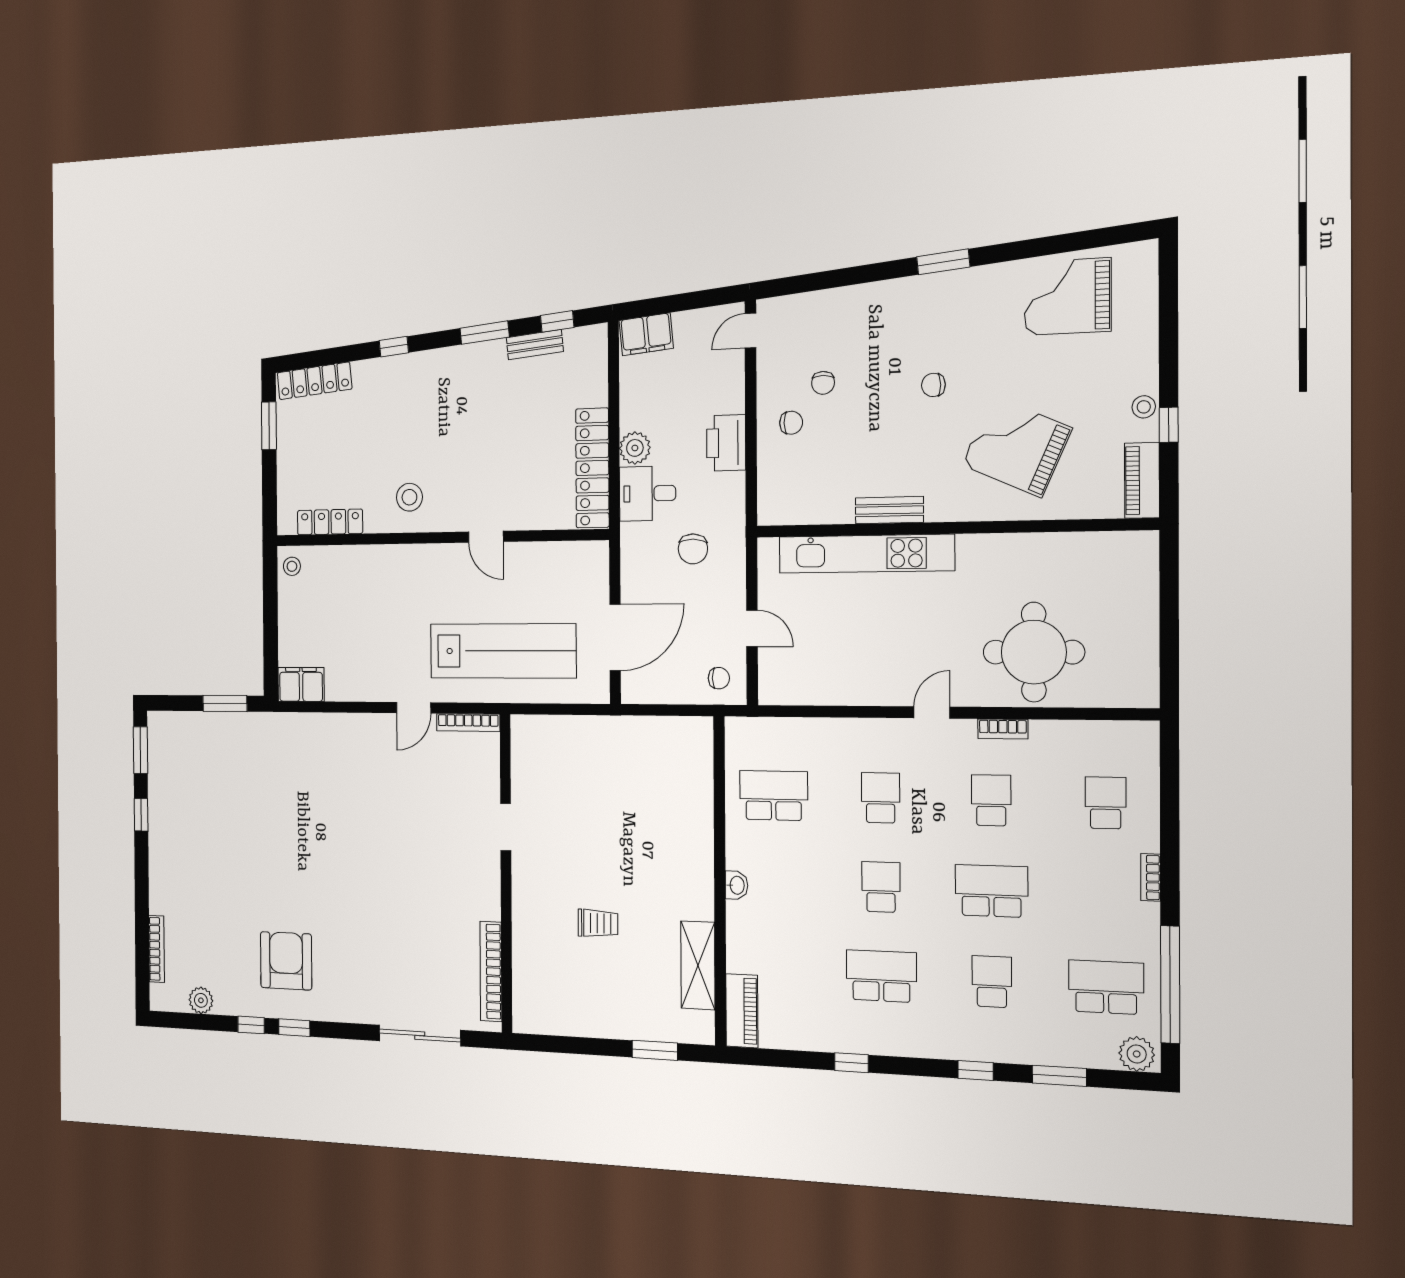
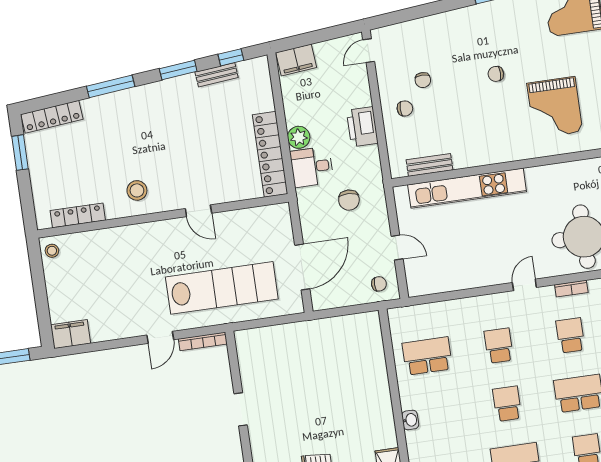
window: (394, 347) -> (111, 86), width x2.17
grand piano: (1017, 446) -> (555, 107), turned -114
bench: (889, 510) -> (430, 165), moved

